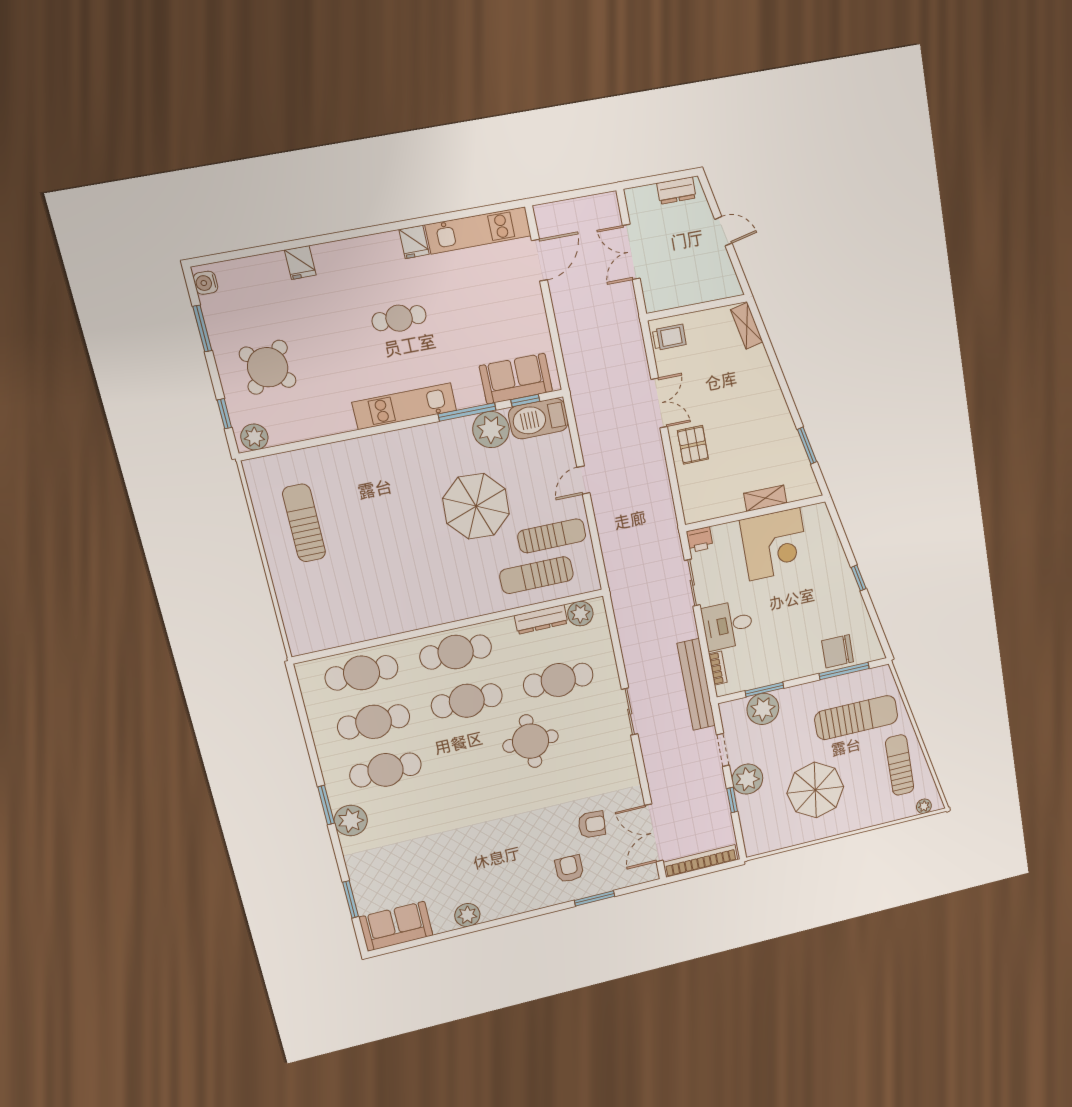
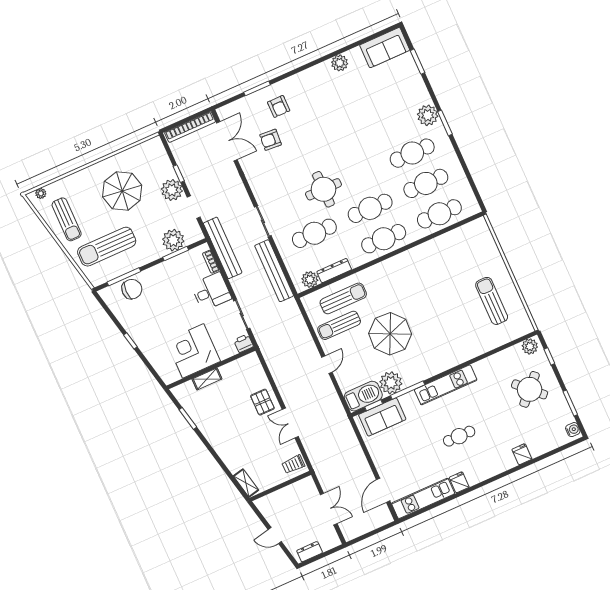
sun lounger: (304, 523) -> (492, 301), turned 180
bench: (630, 637) -> (274, 271), added

